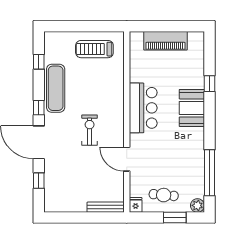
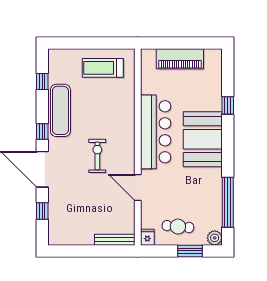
bar counter: (143, 108) -> (156, 132), width x1.36
booth: (192, 108) -> (203, 139), width x1.36, depth x1.42

